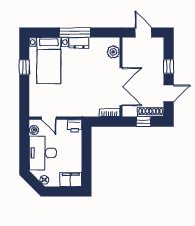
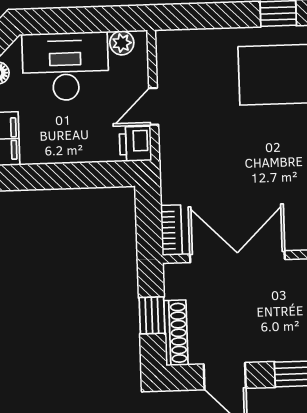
double door: (121, 87) -> (237, 257), swing flipped
door: (49, 118) -> (154, 106), moved

